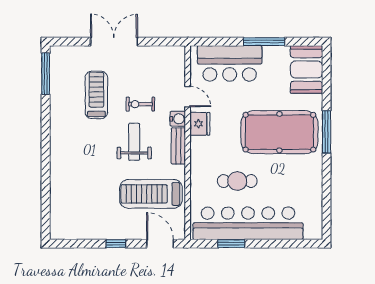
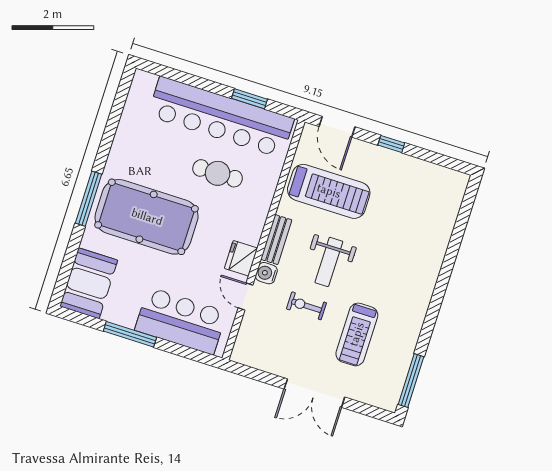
exercise bike: (140, 104) -> (306, 306), turned 180

